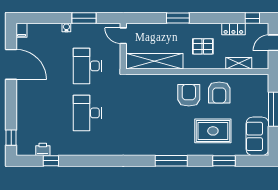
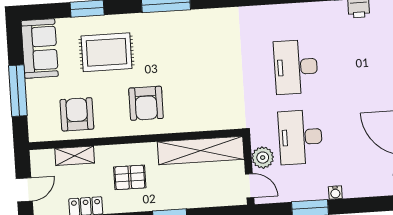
plant: (113, 54) -> (263, 158), added
desk: (87, 66) -> (300, 137), turned 180
armchair: (219, 92) -> (77, 114), moved
desk: (87, 113) -> (296, 67), turned 180

